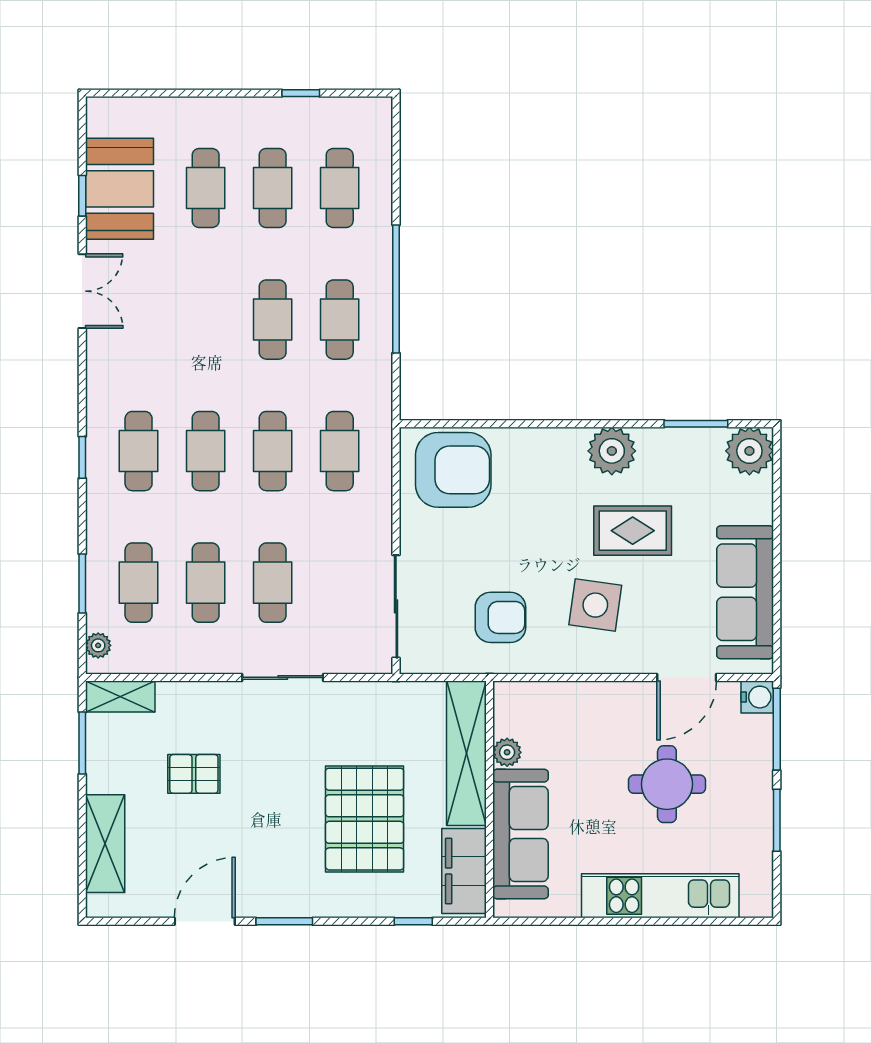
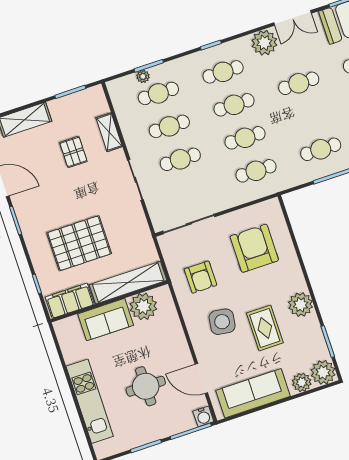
cafe table: (273, 320) -> (299, 83), moved
plant: (110, 358) -> (264, 43), added
armchair: (453, 470) -> (254, 248), moved, turned 180
plant: (755, 496) -> (302, 382), added
plant: (98, 645) -> (143, 76), moved
shelving: (120, 696) -> (109, 132), moved
plant: (507, 752) -> (143, 306), width x1.88, depth x1.88
sofa: (520, 834) -> (106, 320), width x0.73

